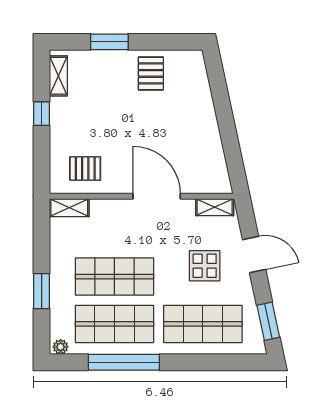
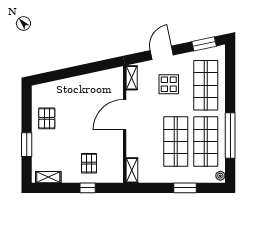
pallet: (151, 73) -> (47, 118), turned 90
window: (42, 114) -> (88, 188), moved
pallet: (85, 169) -> (89, 163), moved

